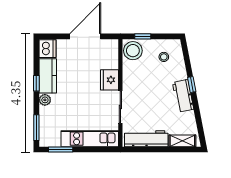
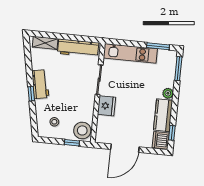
window: (36, 83) -> (172, 133), moved

